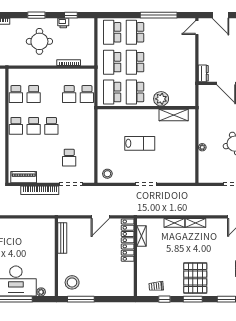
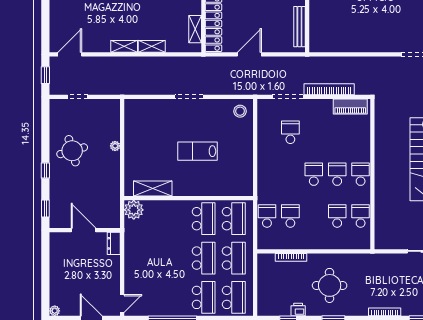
plant: (161, 99) -> (134, 210), moved

